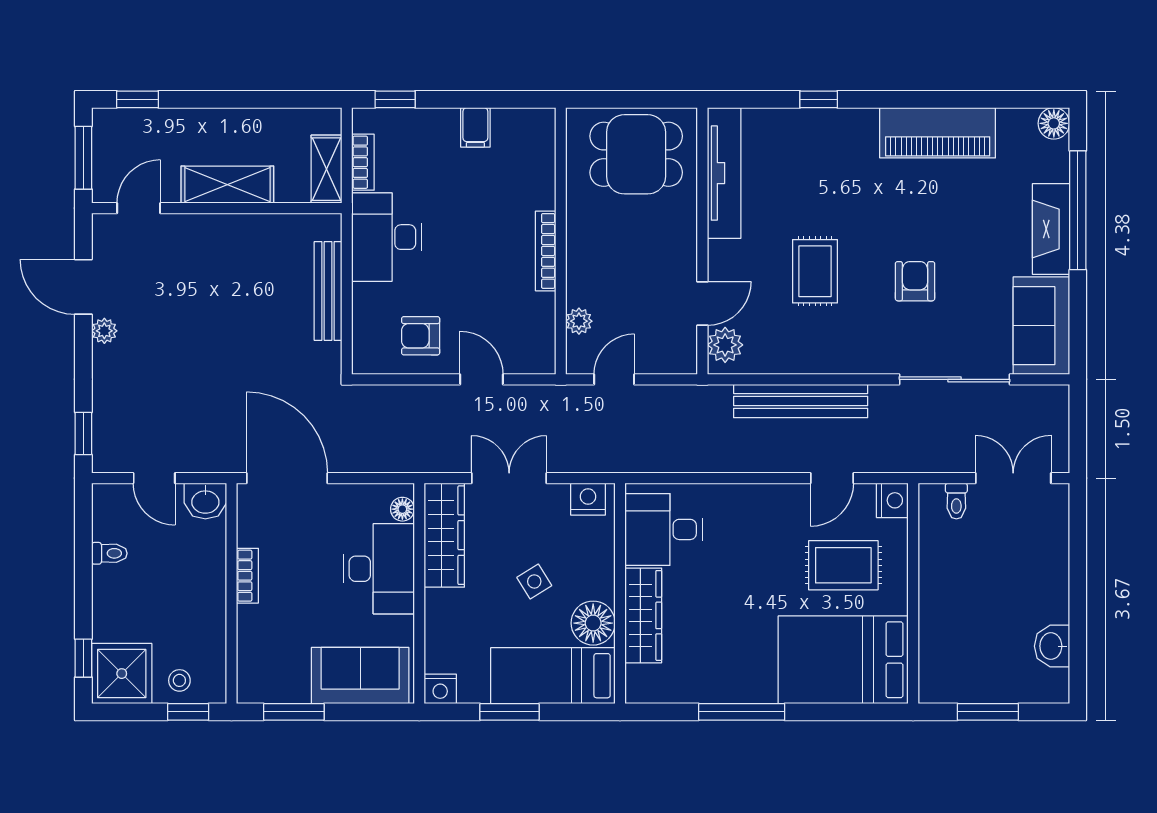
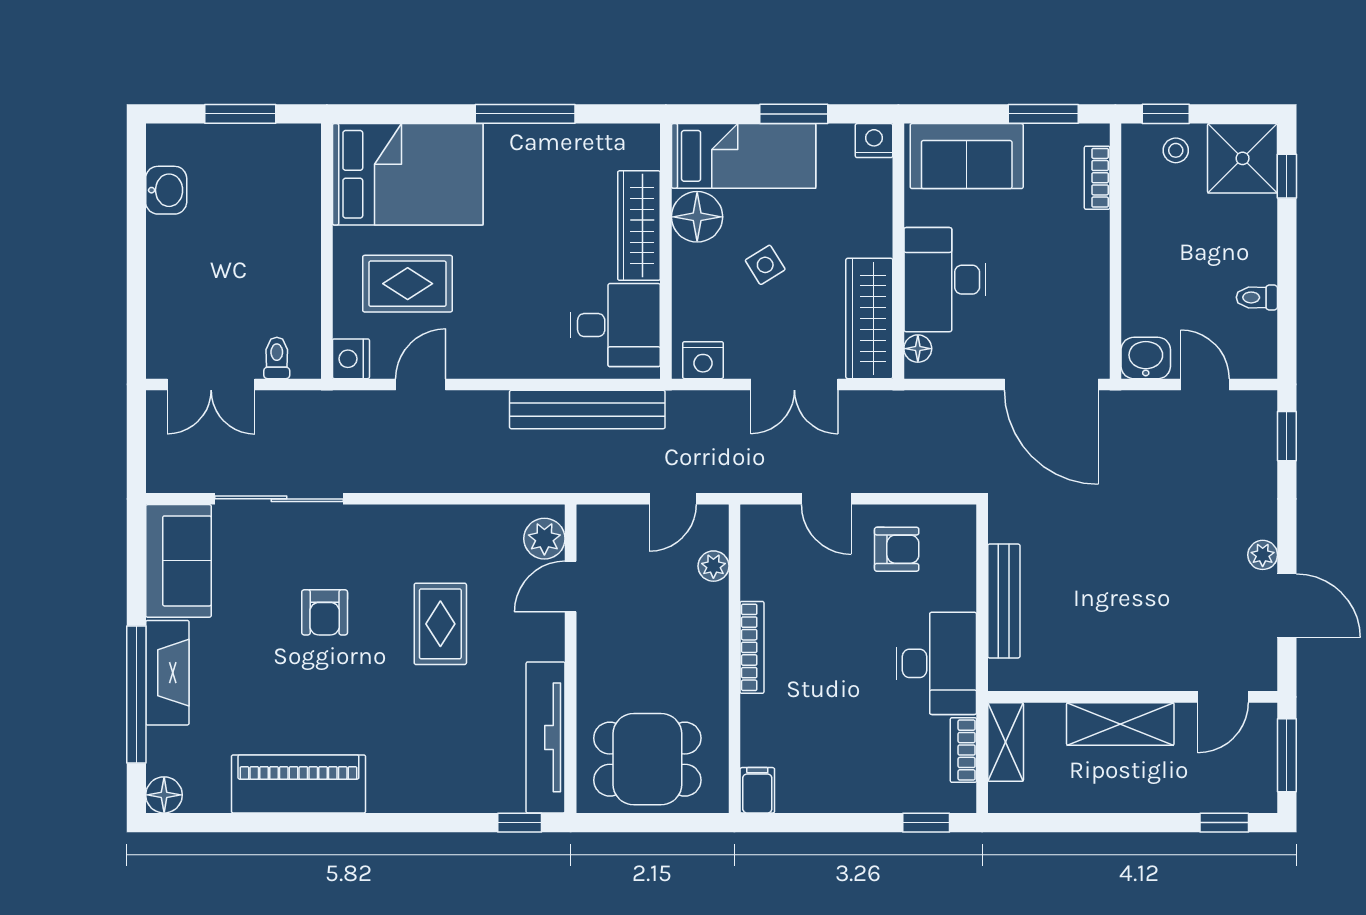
window: (819, 99) -> (520, 823), moved
filing cabinet: (475, 127) -> (757, 790), moved
bench: (801, 401) -> (587, 409), moved
bookcase: (247, 576) -> (1097, 178), moved

